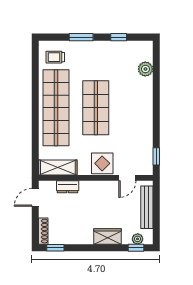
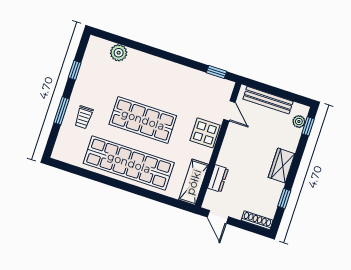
trolley: (55, 57) -> (84, 117), moved
wardrobe: (108, 236) -> (282, 166), moved
window: (55, 248) -> (284, 199), moved

